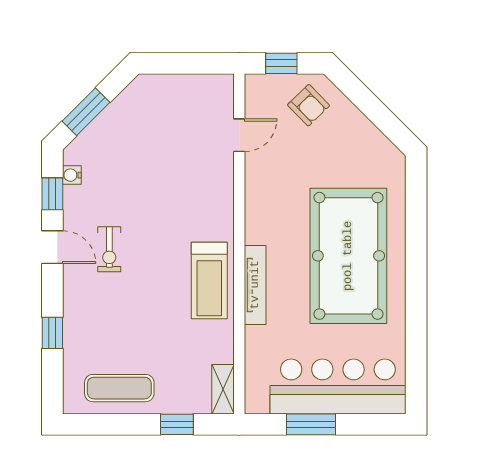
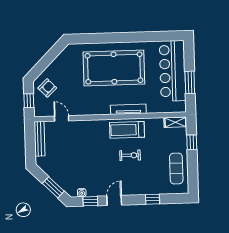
bench: (195, 84) -> (39, 139), added
exercise bike: (109, 249) -> (130, 155), moved
treadmill: (209, 281) -> (127, 130), turned 180

